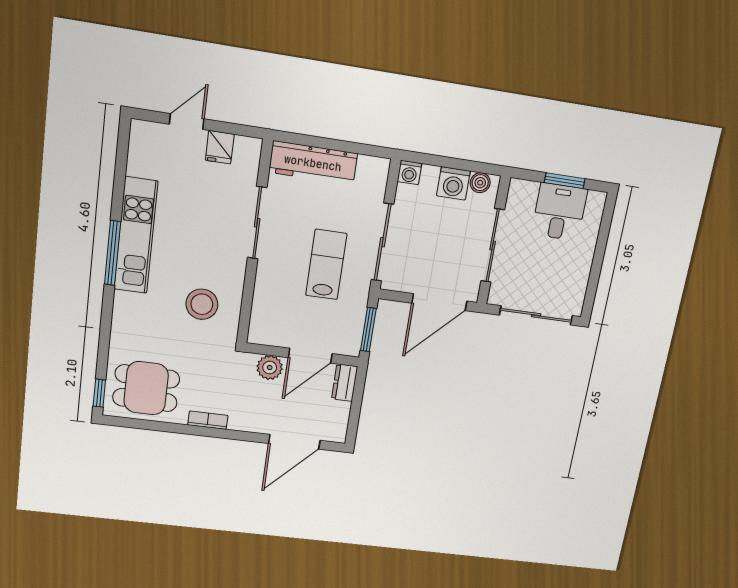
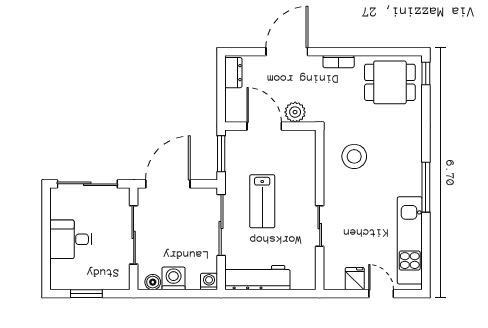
door: (187, 122) -> (381, 294), swing flipped
workbench: (313, 163) -> (257, 278), moved
desk: (559, 212) -> (71, 239), moved, turned 90
sliding door: (257, 223) -> (320, 226), width x0.73
kitchen unit: (136, 236) -> (410, 240), moved
door: (310, 356) -> (264, 126), hinge flipped
dresser: (345, 383) -> (233, 73), moved
door: (294, 442) -> (287, 52), moved

